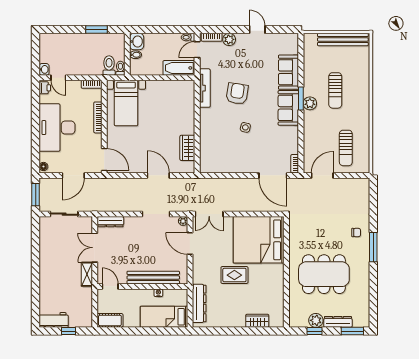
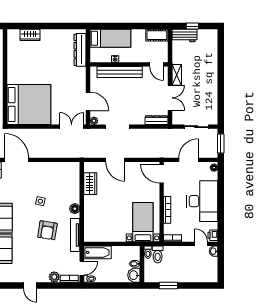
floor lamp: (205, 119) -> (75, 209), added
rug: (234, 275) -> (50, 74), removed
workbench: (54, 320) -> (184, 36), moved

